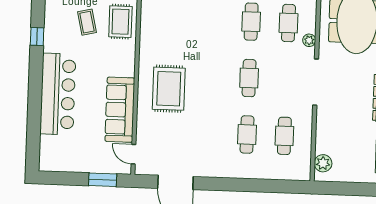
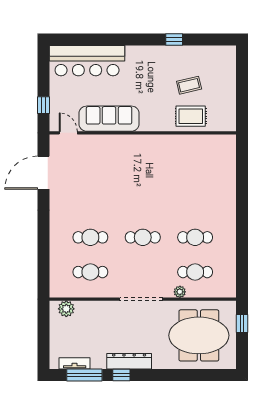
rug: (169, 89) -> (130, 163), removed
bar counter: (58, 94) -> (87, 61), moved
door: (134, 154) -> (68, 133), hinge flipped
window: (103, 180) -> (44, 105), width x0.67

